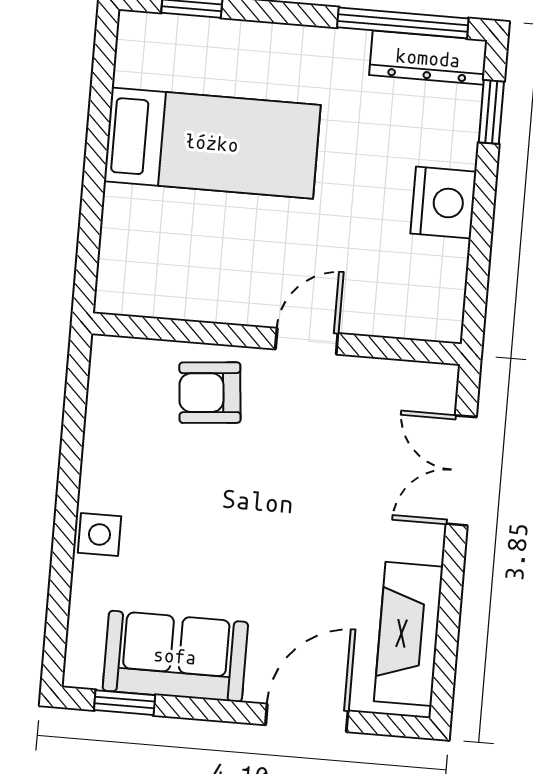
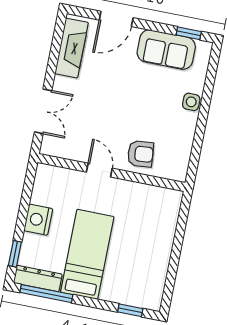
bed: (212, 143) -> (87, 254), moved, turned 90
door: (307, 341) -> (99, 170), swing flipped

